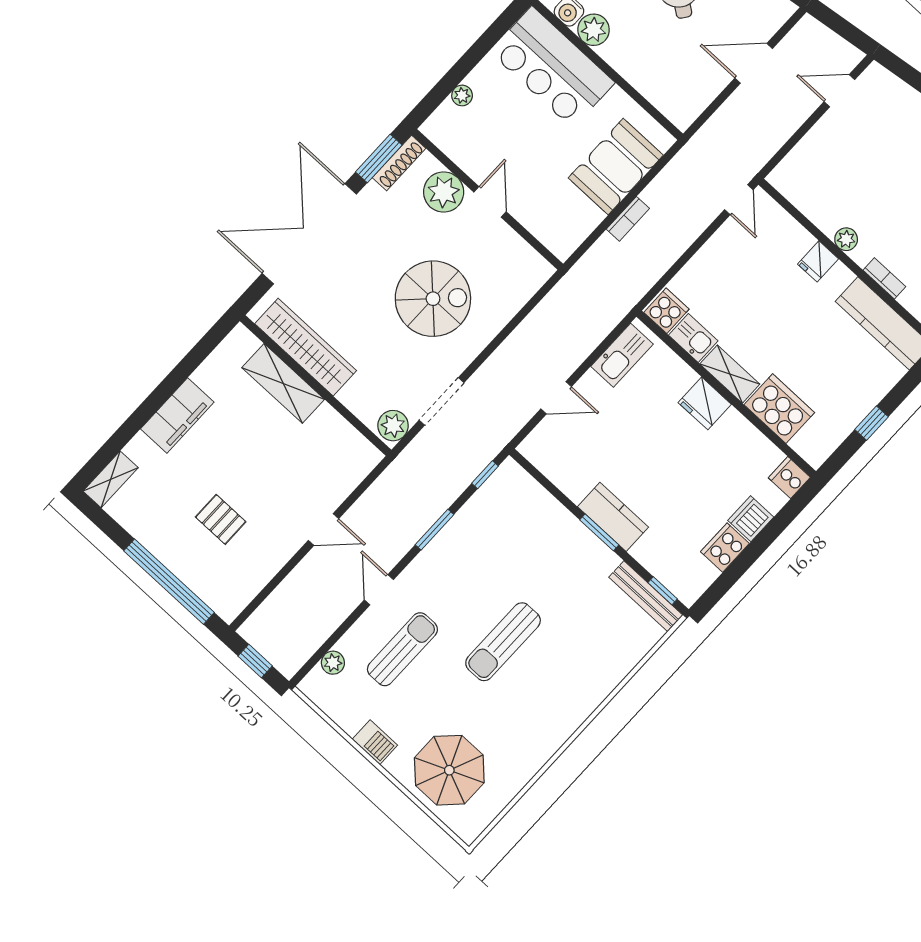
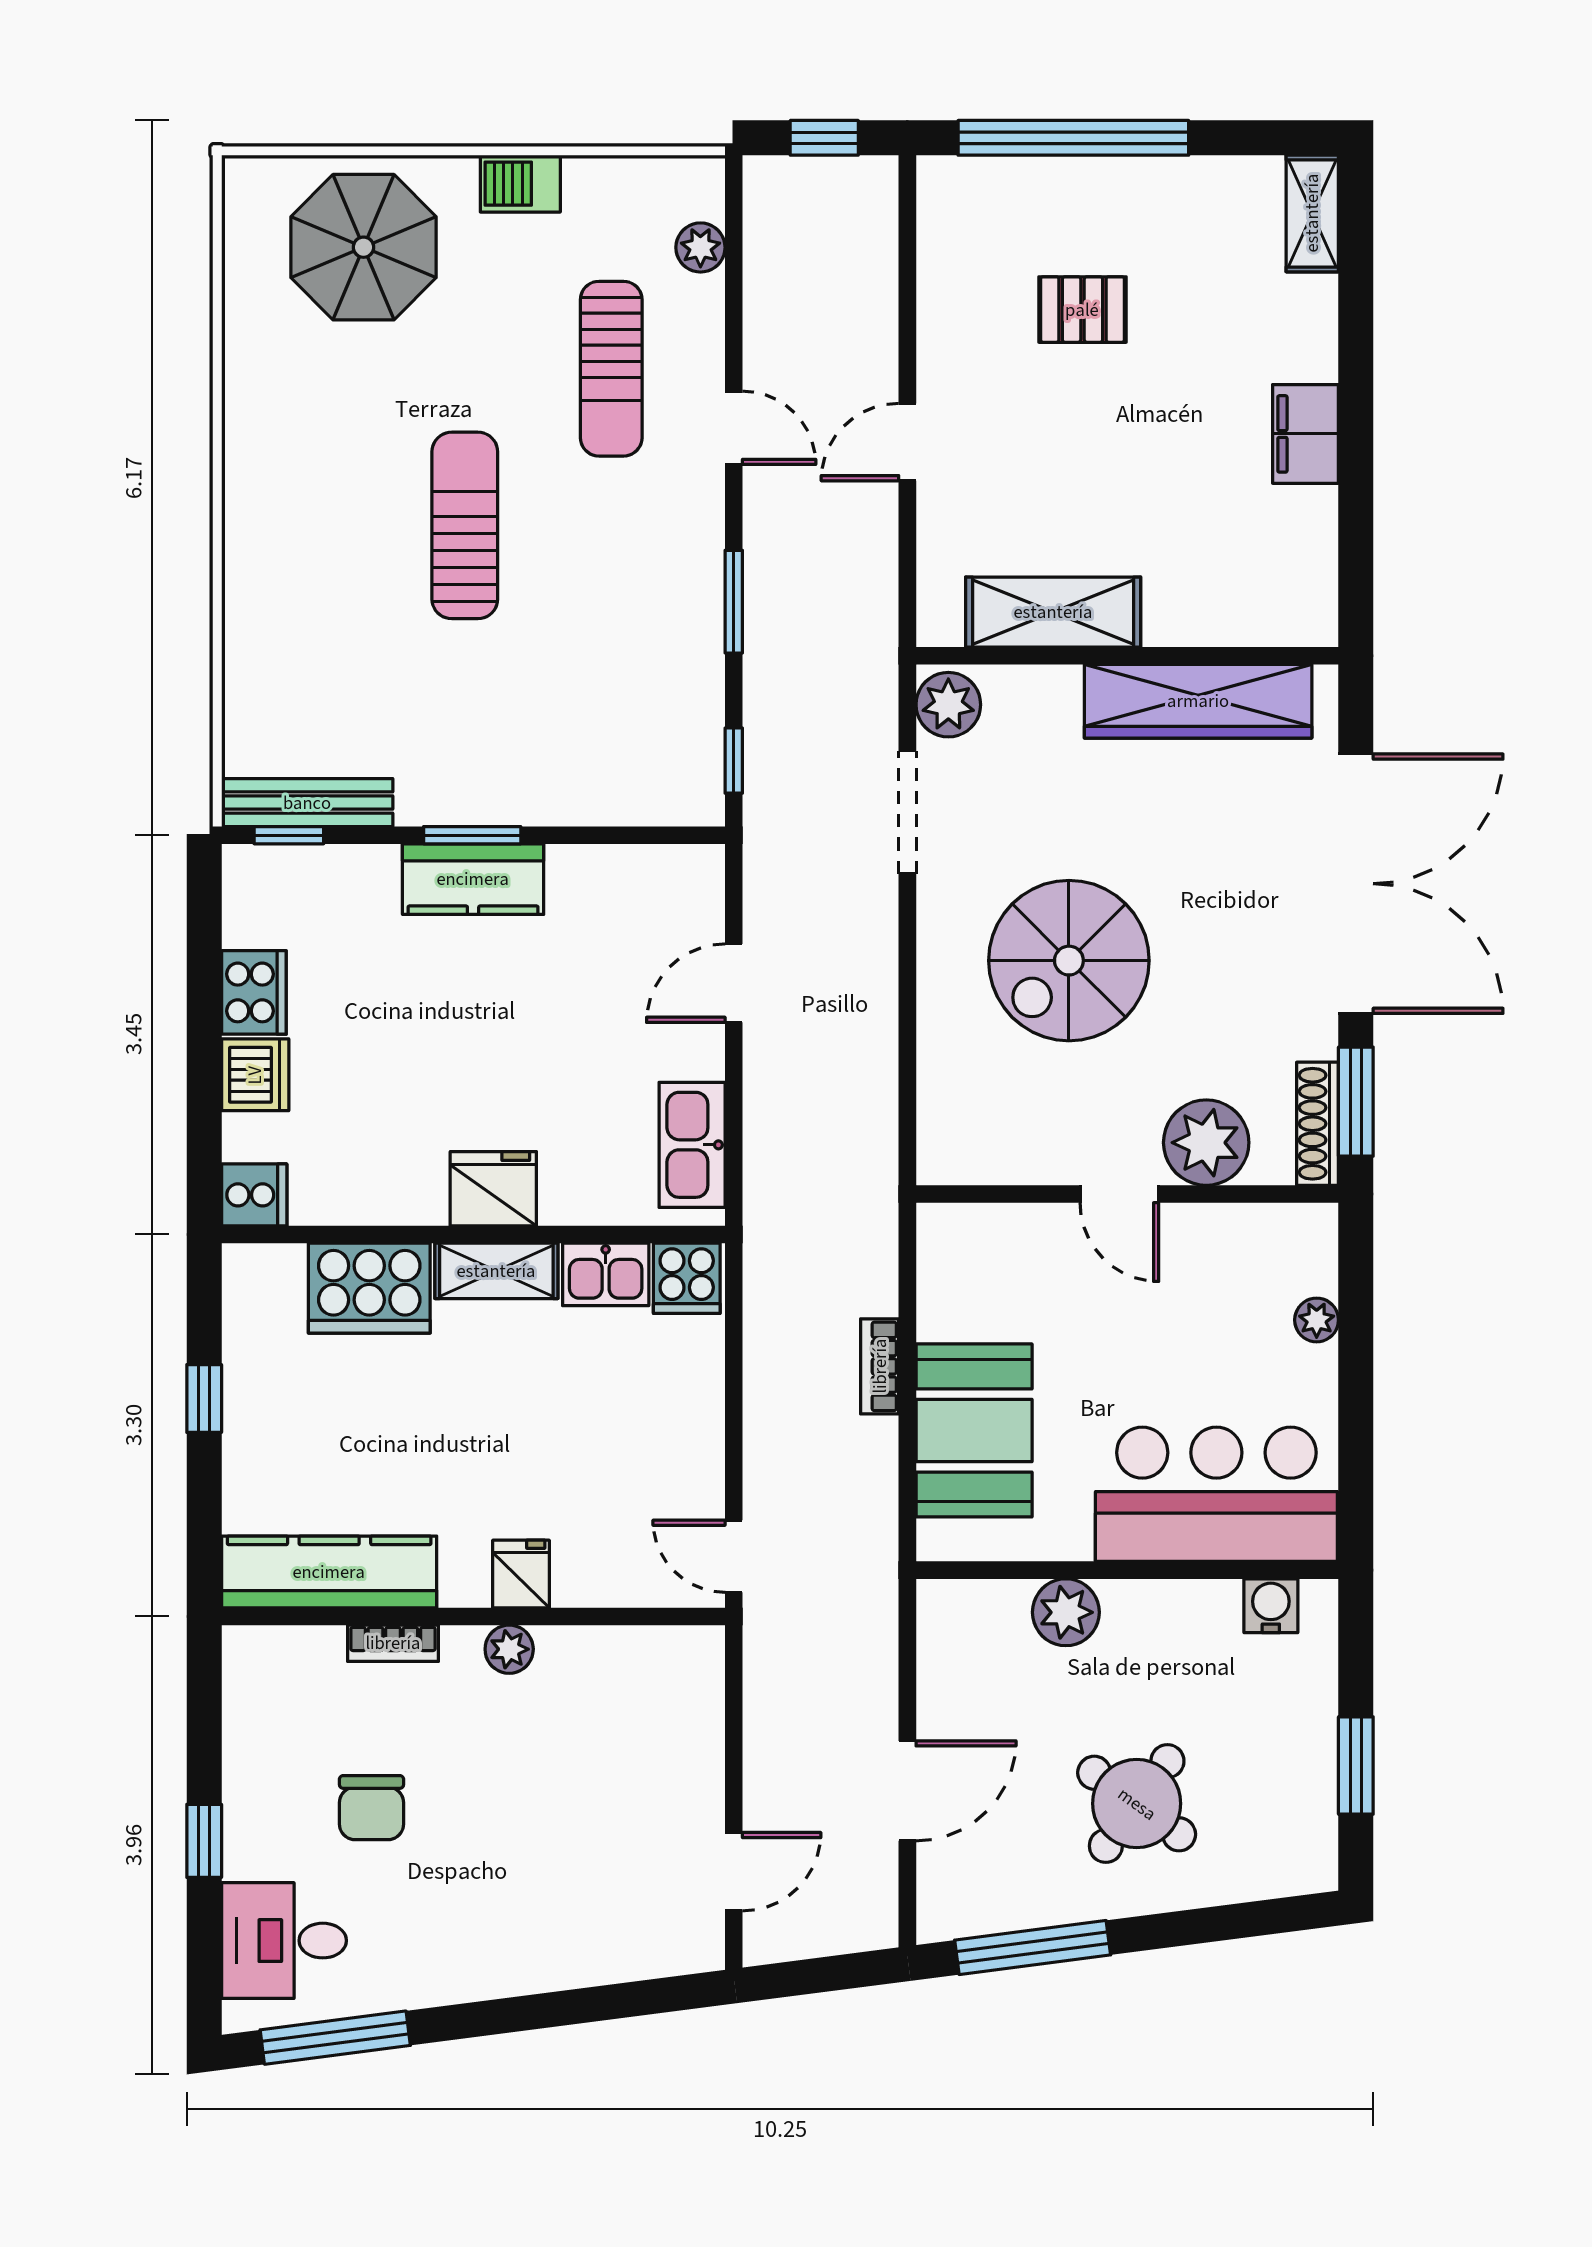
plant: (594, 30) -> (1066, 1612), moved
shelving: (283, 383) -> (1053, 612), moved
filing cabinet: (177, 416) -> (1306, 434), width x0.67, depth x0.86

